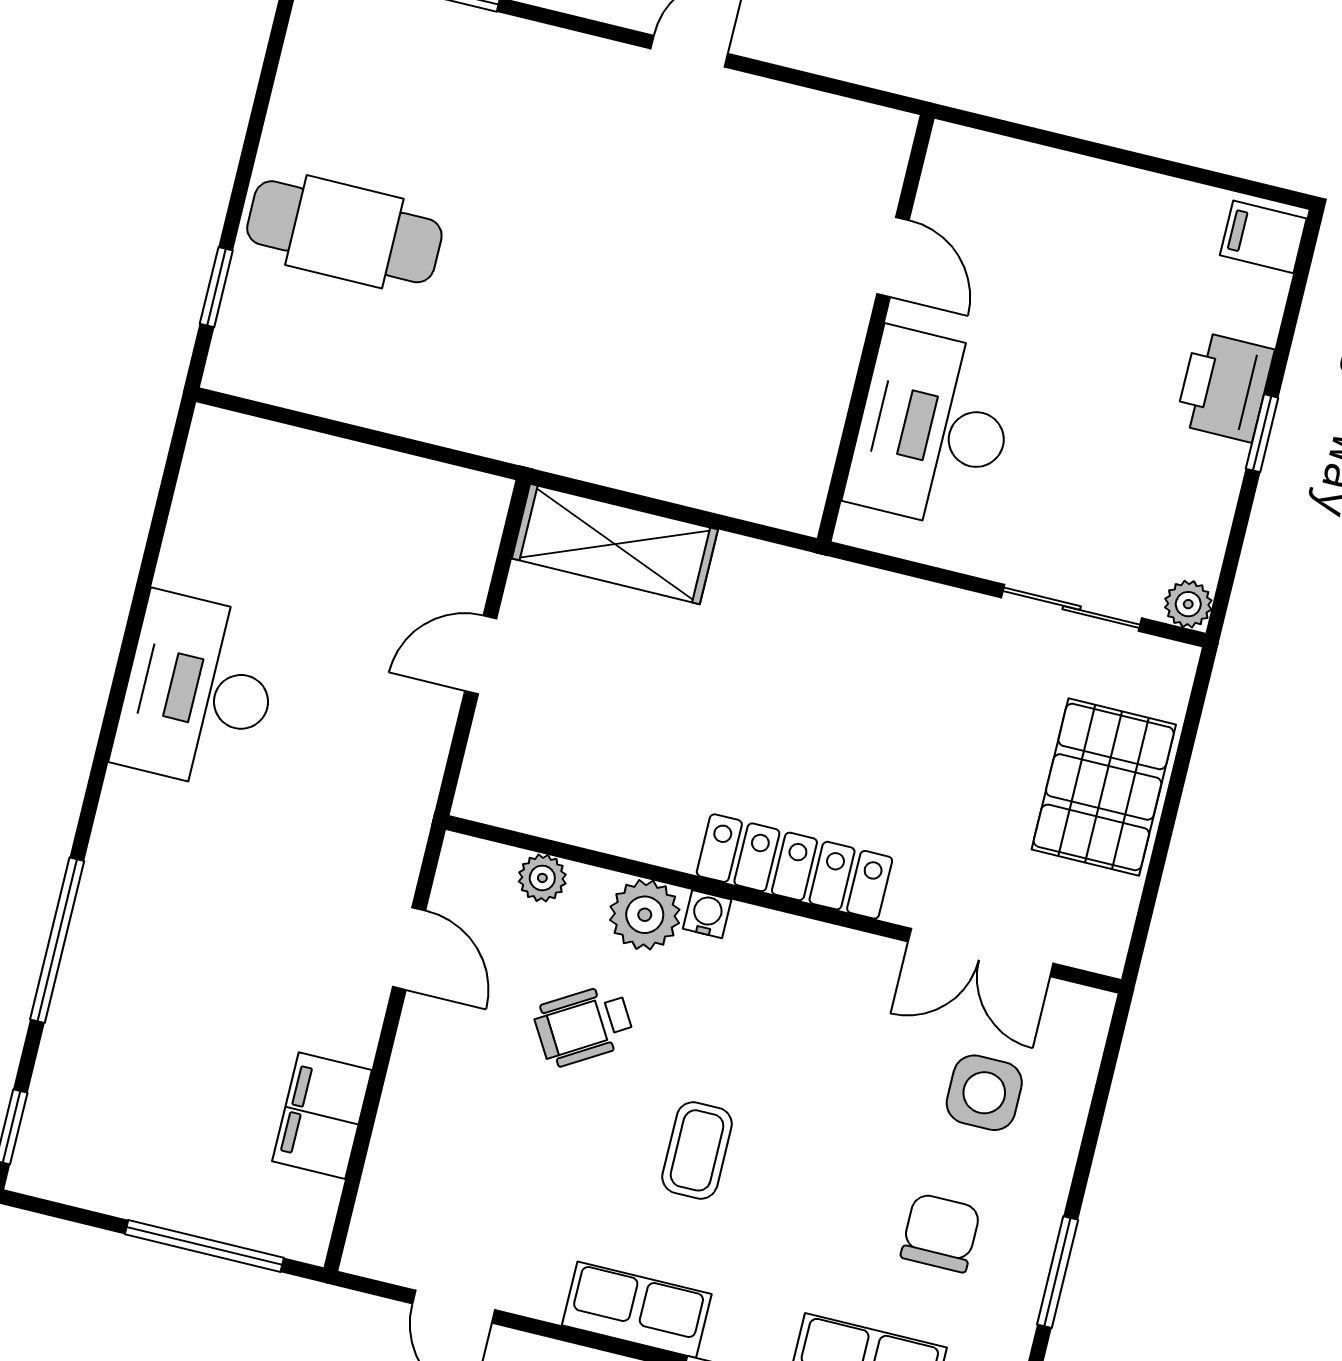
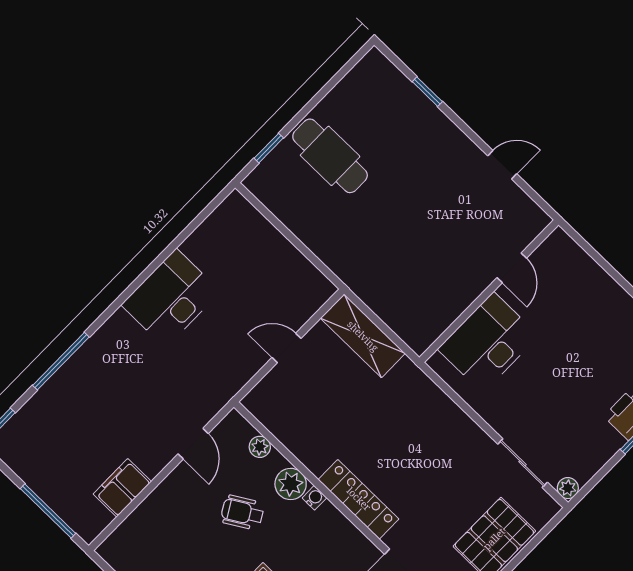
door: (893, 257) -> (512, 268), moved
wall: (876, 328) -> (489, 291), moved
desk: (933, 429) -> (488, 342), moved

